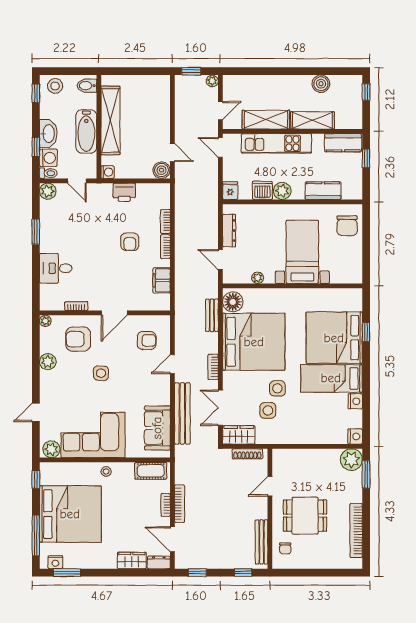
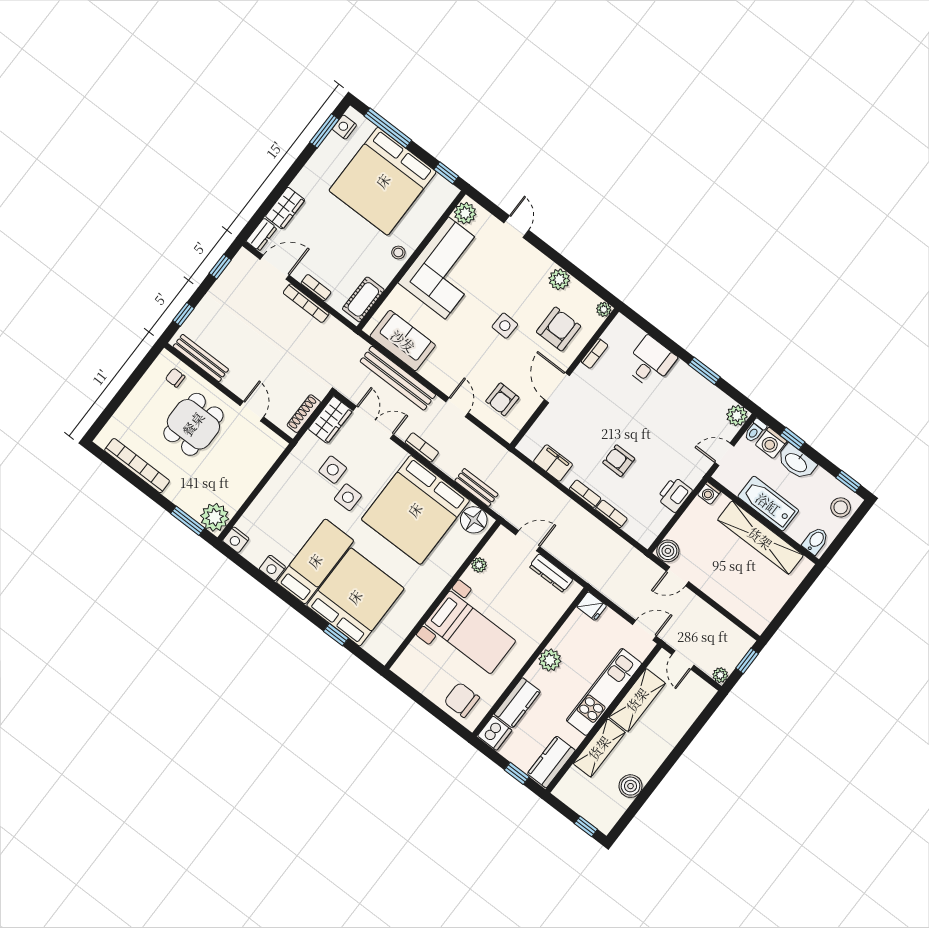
dishwasher: (262, 190) -> (495, 733), moved

